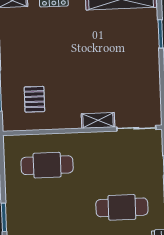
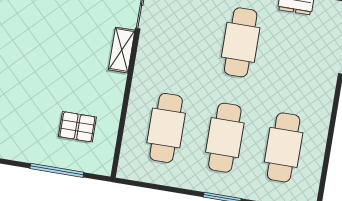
cafe table: (49, 210) -> (225, 138), added

